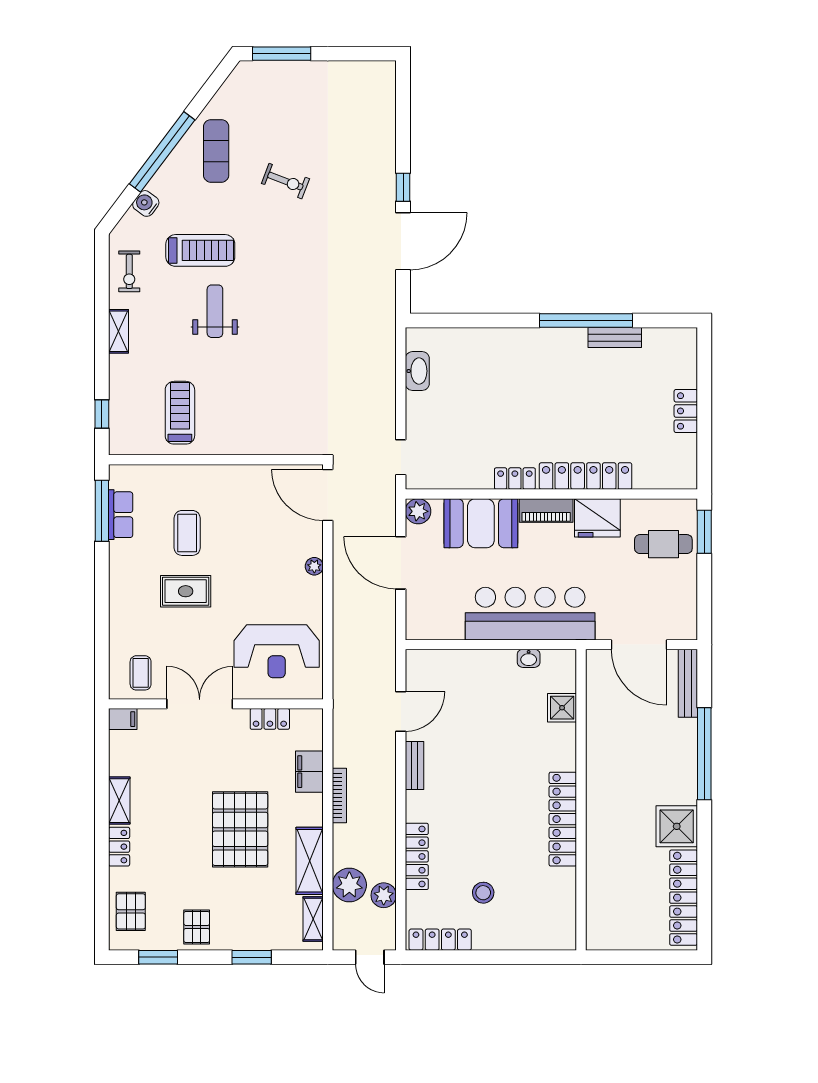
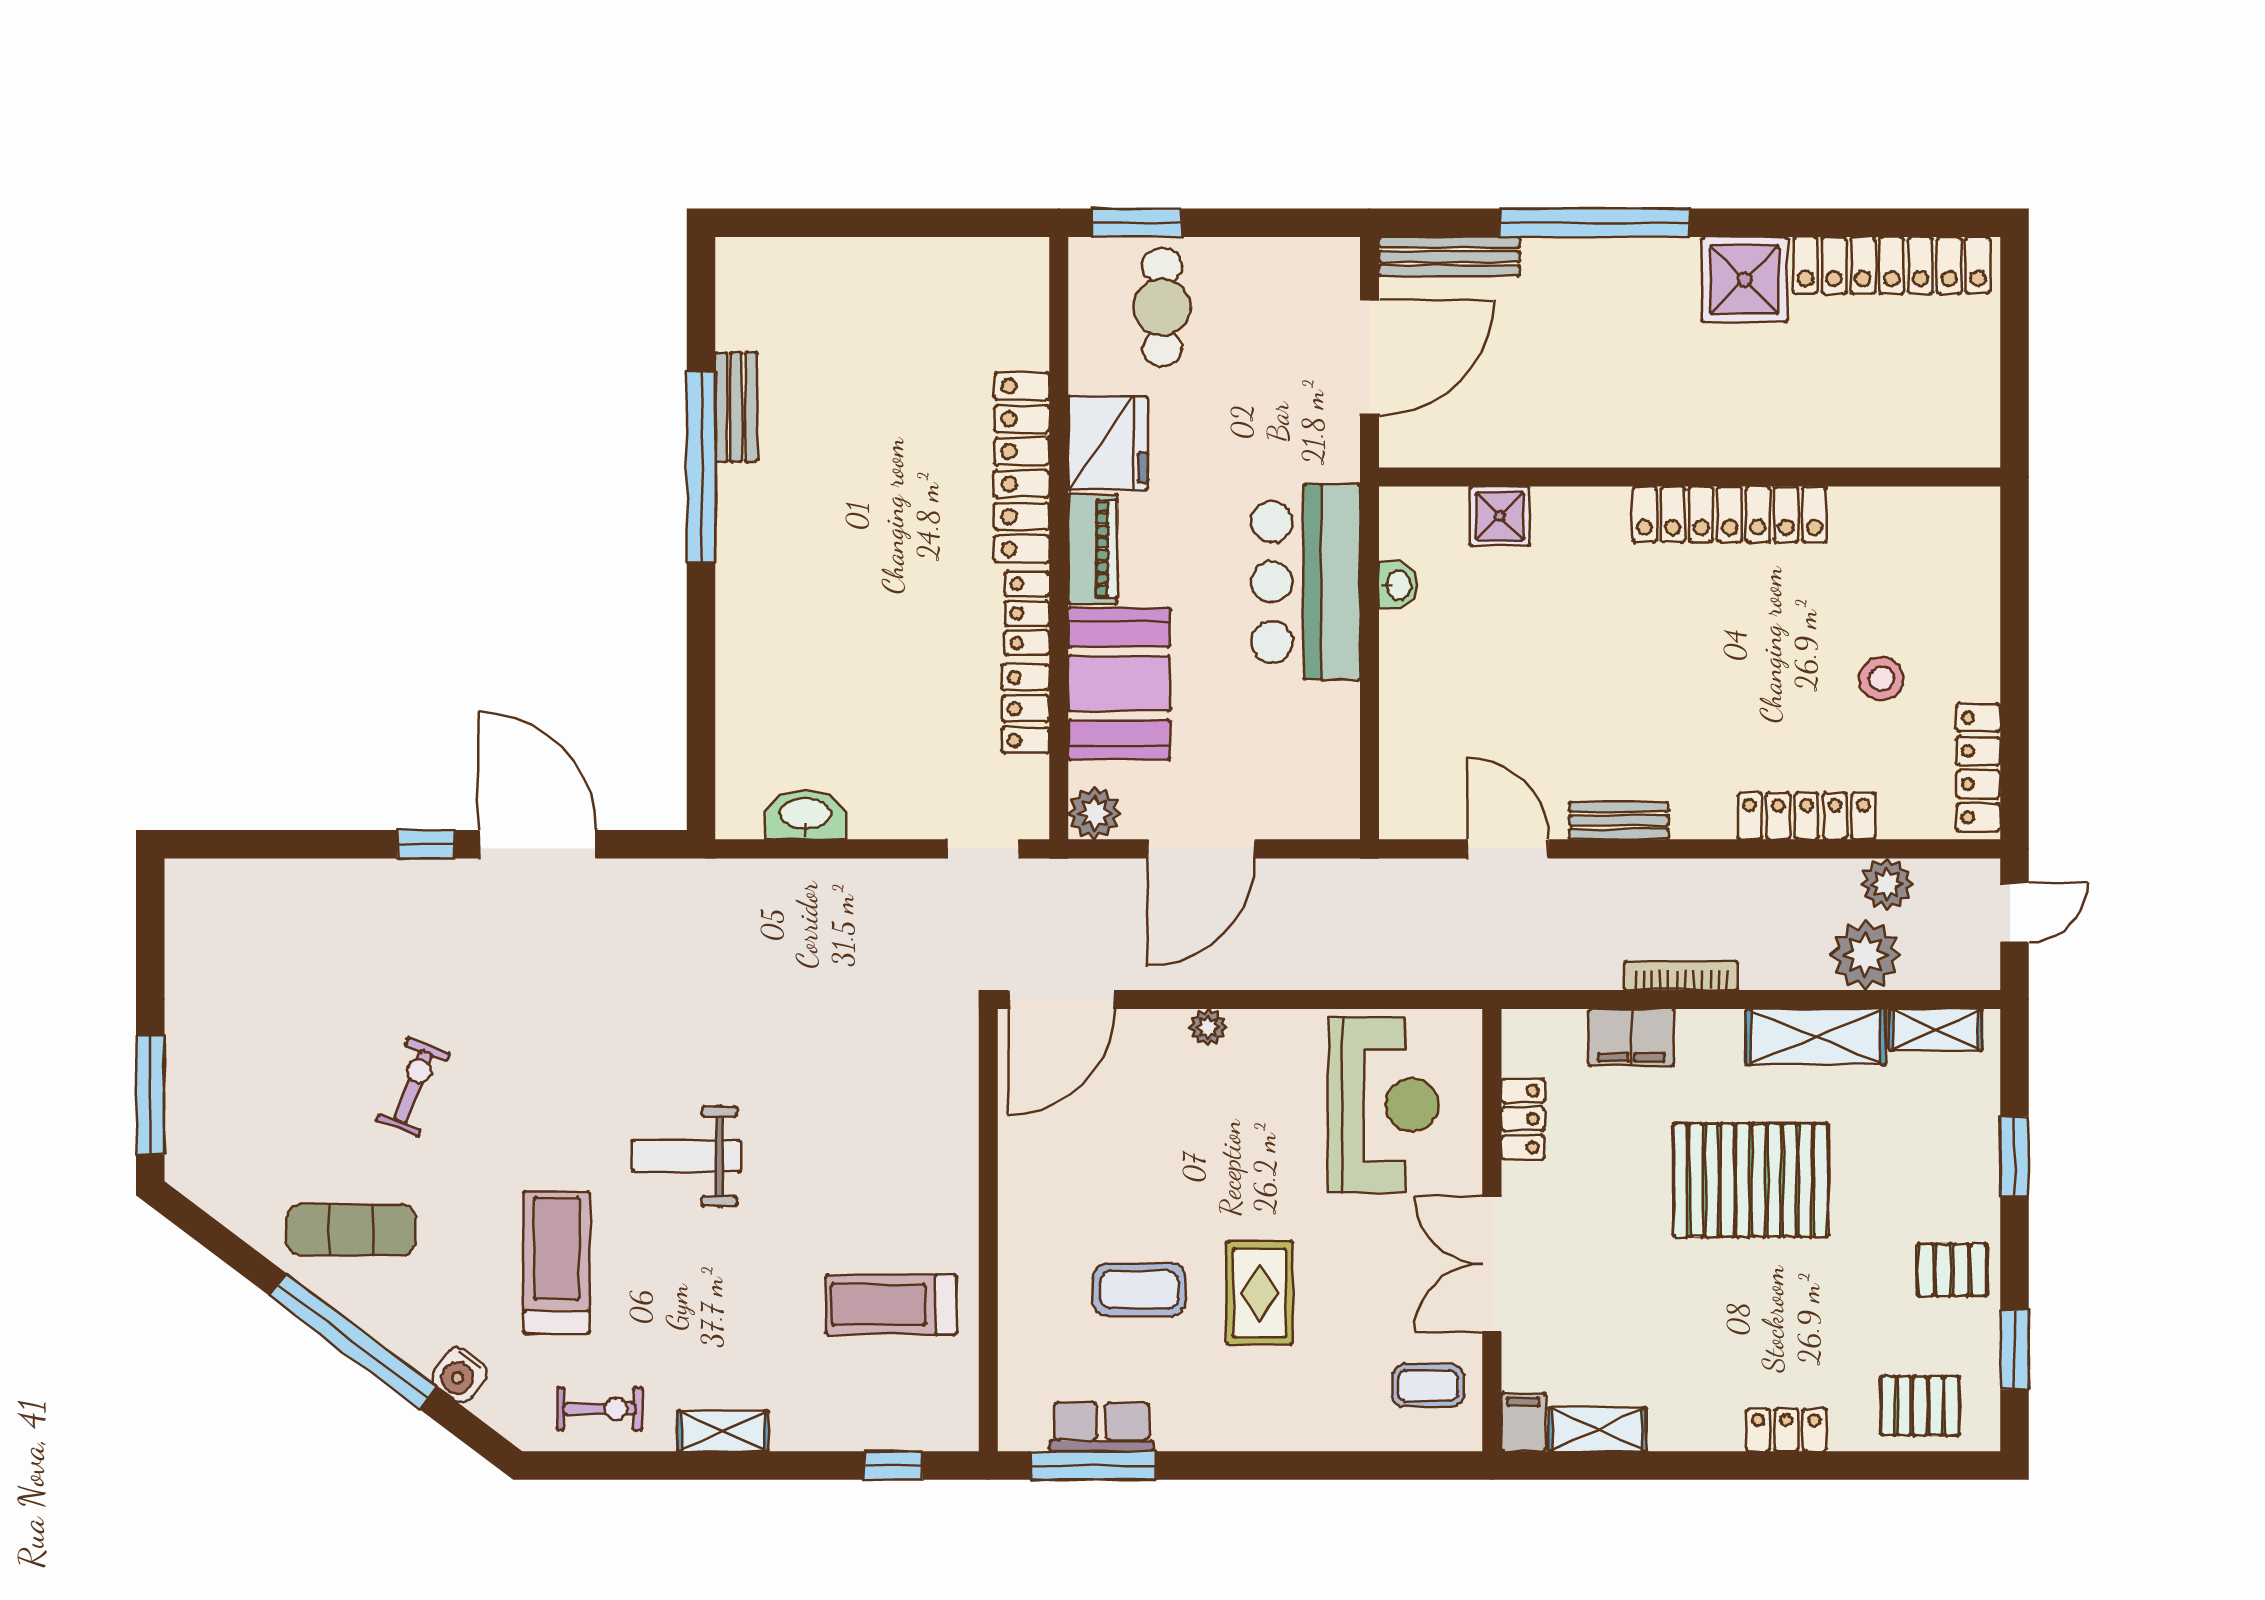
weight bench: (215, 311) -> (687, 1156), moved
locker: (686, 411) -> (1026, 709), moved, turned 90
bar counter: (530, 614) -> (1306, 582), width x0.73
shelving: (119, 801) -> (1598, 1430), moved

